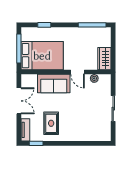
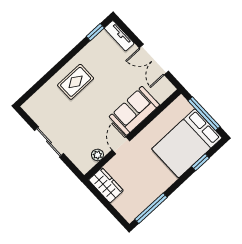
bed: (42, 56) -> (187, 143), moved
door: (77, 72) -> (121, 145), hinge flipped
rug: (51, 123) -> (76, 82), moved, turned 90

